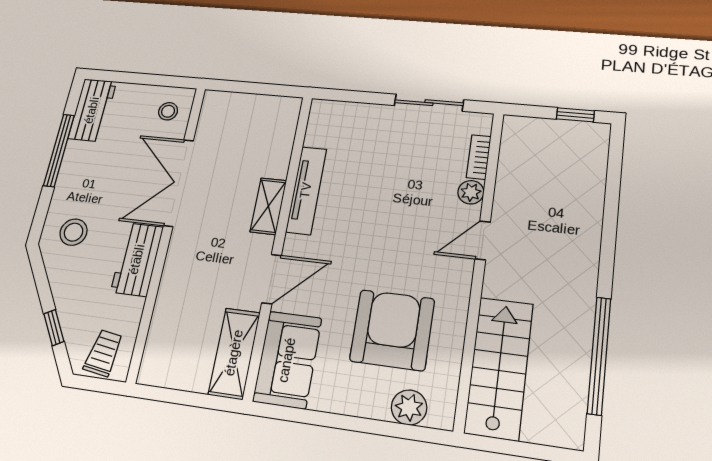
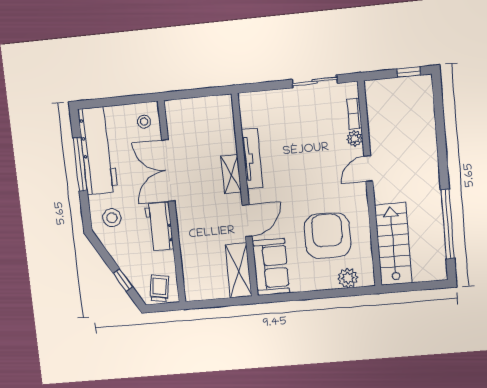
workbench: (92, 110) -> (98, 151), width x1.88, depth x1.32

